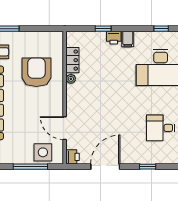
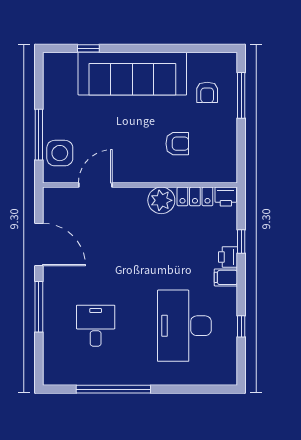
armchair: (36, 72) -> (177, 144), width x0.53, depth x0.53
plant: (71, 79) -> (161, 200), width x1.88, depth x1.88
printer: (73, 157) -> (226, 197), moved
window: (148, 167) -> (39, 307), width x2.17

